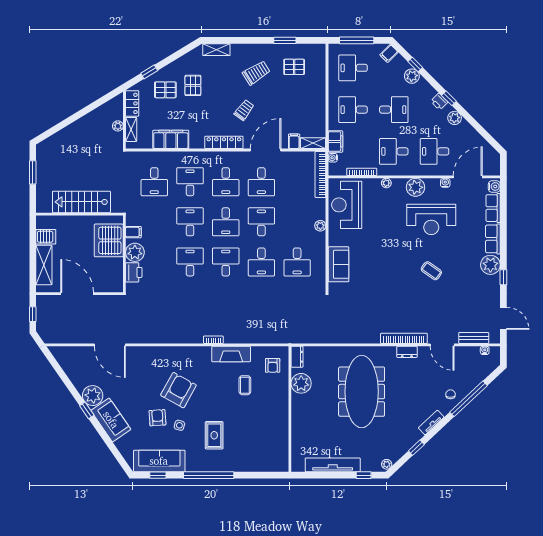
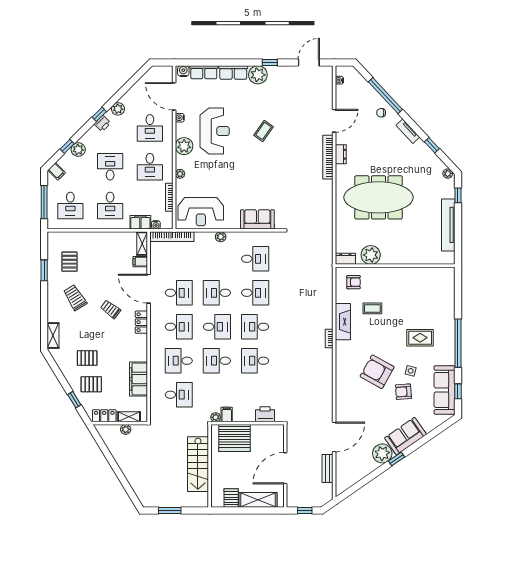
pallet: (165, 90) -> (91, 384), turned 90
locker: (224, 142) -> (141, 322), width x0.66
plant: (135, 252) -> (215, 417), moved, width x0.53, depth x0.53
bench: (474, 338) -> (327, 469), moved

